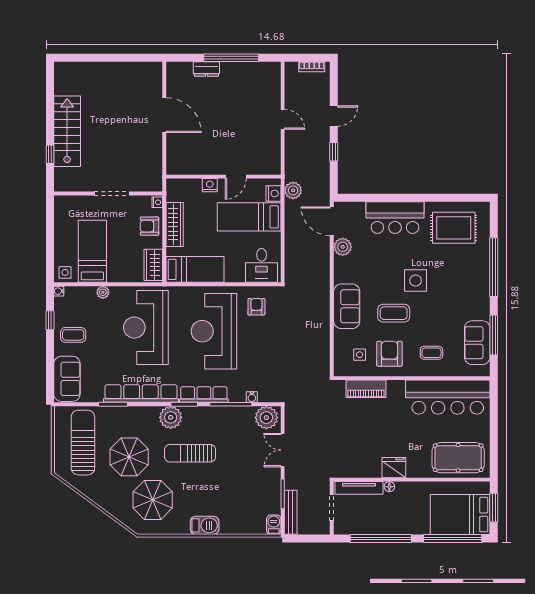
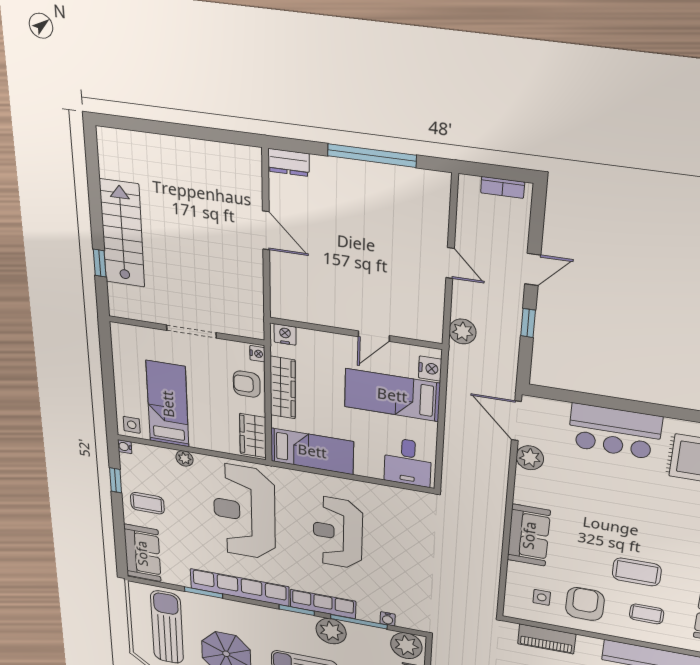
dresser: (206, 69) -> (289, 162), moved
door: (164, 115) -> (266, 230), width x0.73
nightstand: (210, 185) -> (285, 334), moved
plant: (293, 190) -> (463, 331), moved
side table: (416, 281) -> (636, 520), removed
armchair: (256, 307) -> (398, 513), removed
coffee table: (394, 313) -> (637, 572), moved
reception desk: (214, 331) -> (338, 533), width x0.74, depth x0.77
plant: (171, 417) -> (331, 631), moved

